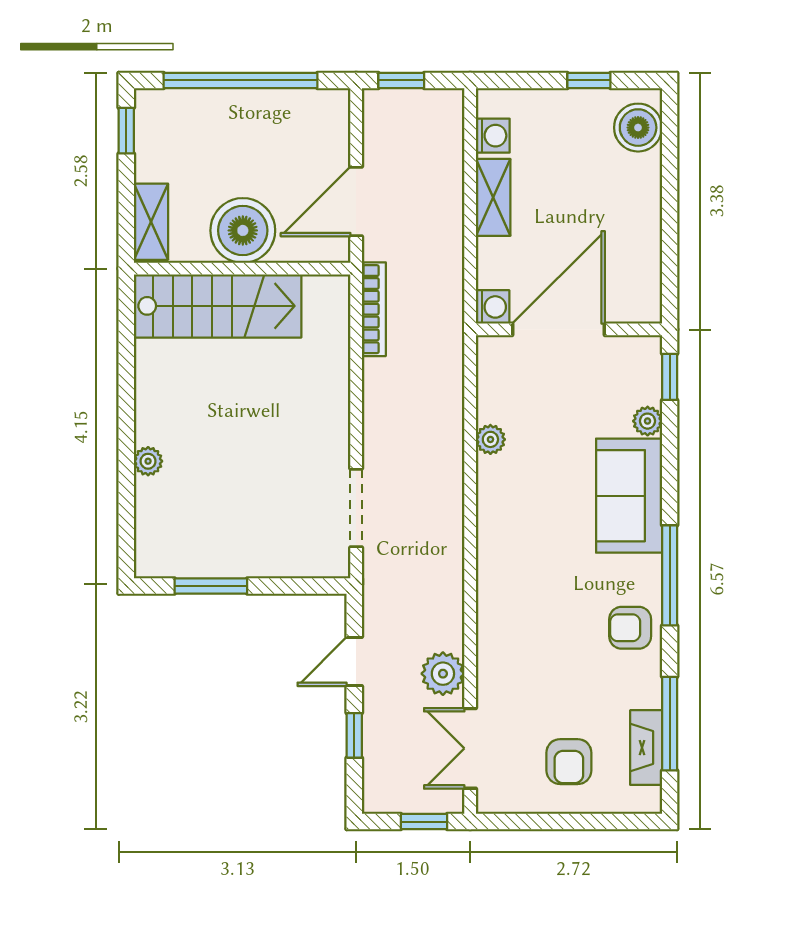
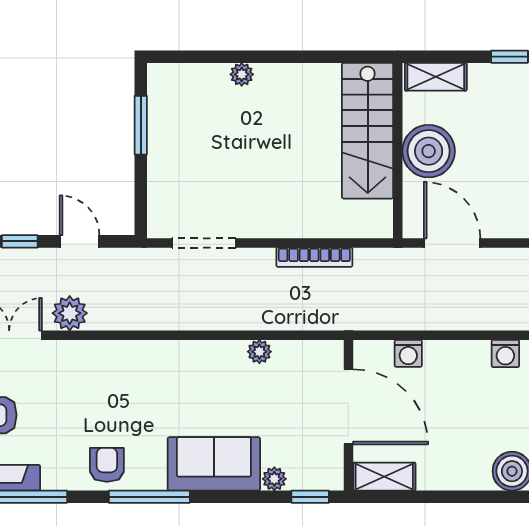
shelving: (493, 197) -> (384, 477), moved
washing machine: (493, 307) -> (408, 353), moved
bookcase: (374, 309) -> (314, 257), moved

